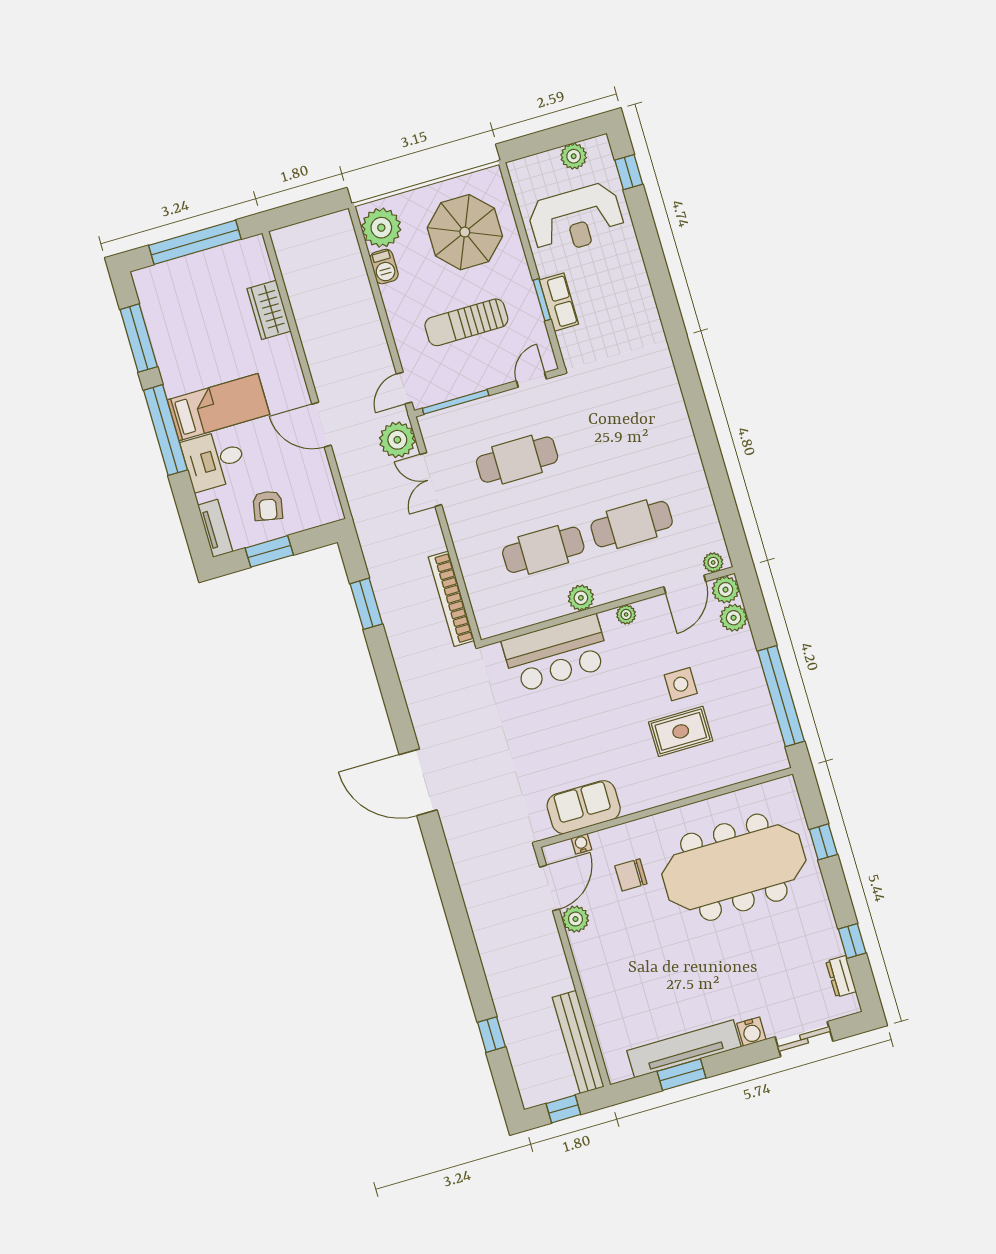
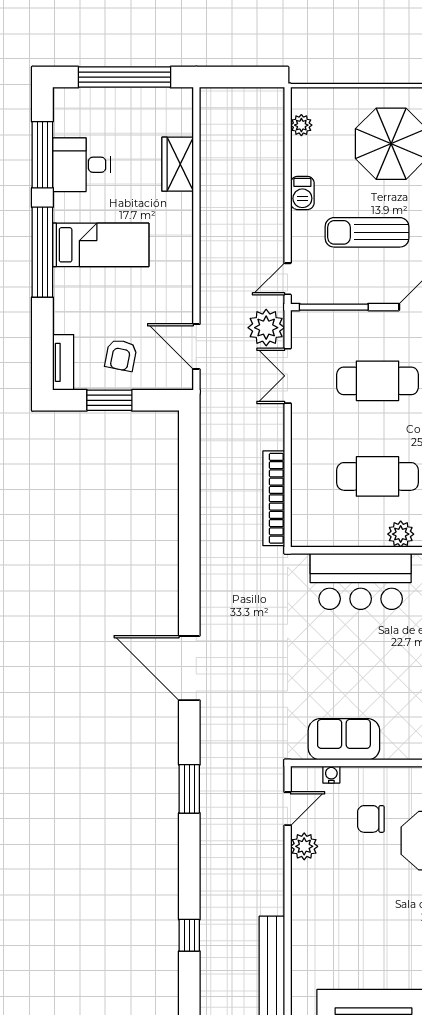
plant: (381, 228) -> (301, 125), width x0.53, depth x0.53
barbecue: (384, 267) -> (302, 193), moved
door: (321, 425) -> (196, 347), moved
desk: (214, 460) -> (81, 165), moved
window: (366, 604) -> (189, 789), moved
door: (549, 888) -> (288, 809), width x0.73

